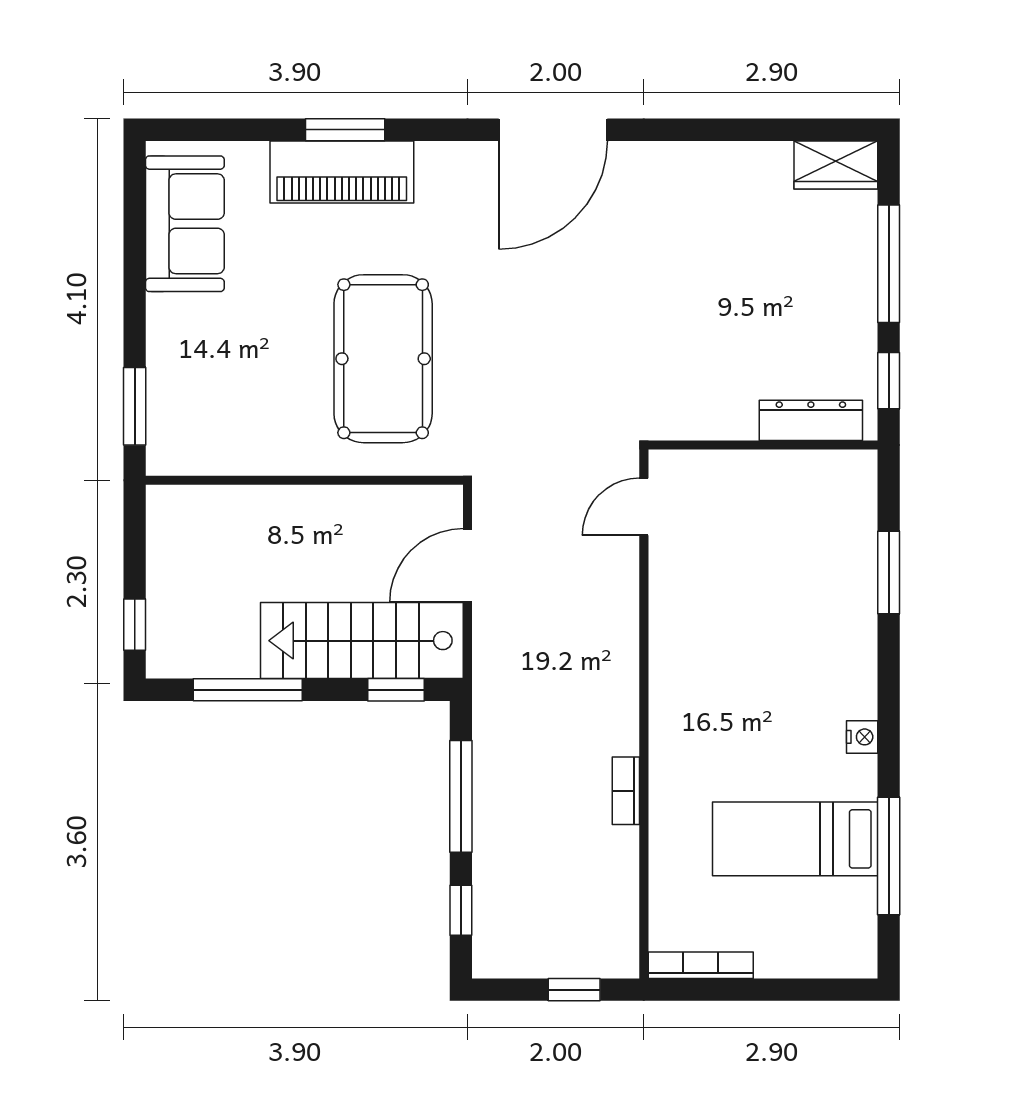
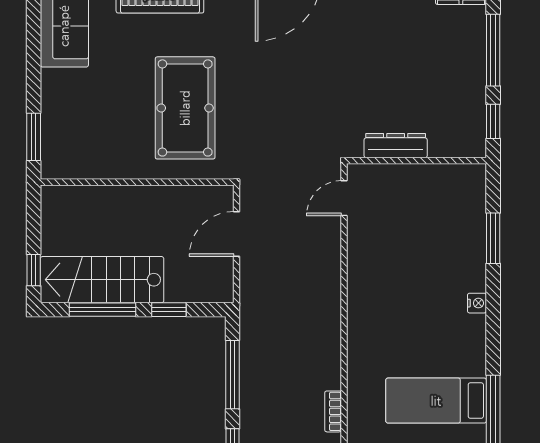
dresser: (811, 420) -> (396, 146), moved
stairs: (362, 641) -> (102, 280), moved
window: (396, 690) -> (169, 310), moved
nightstand: (862, 737) -> (477, 303), moved
bookcase: (626, 791) -> (333, 411), moved

